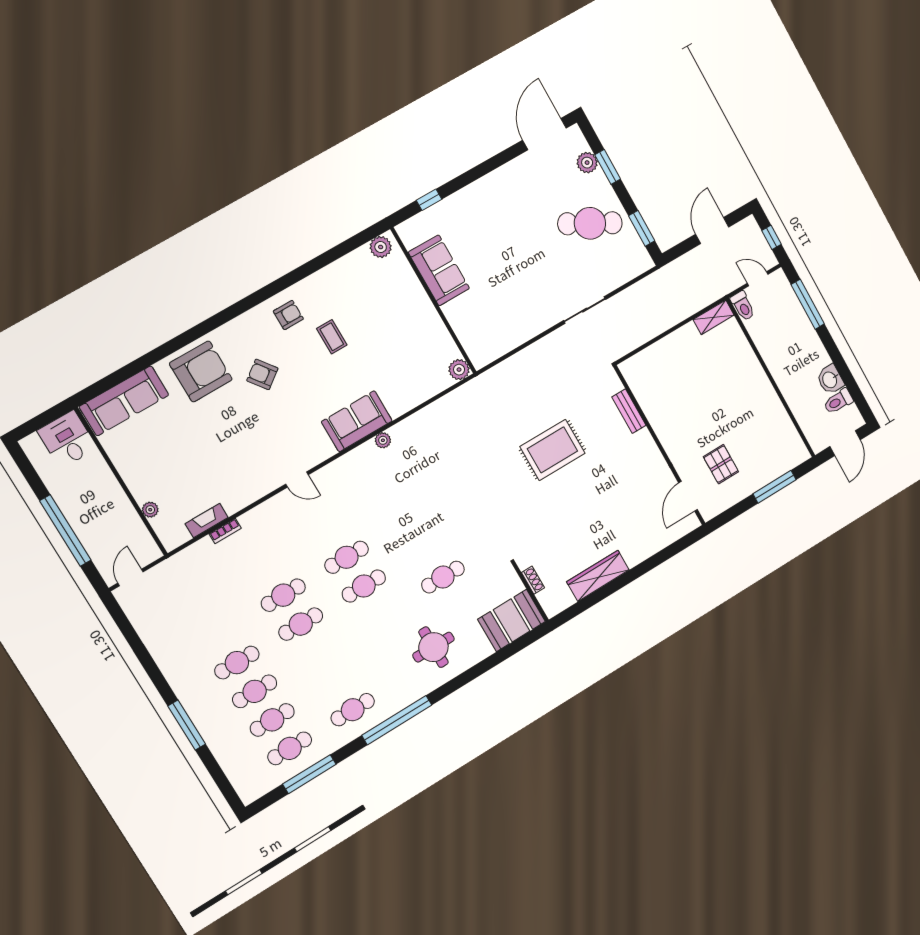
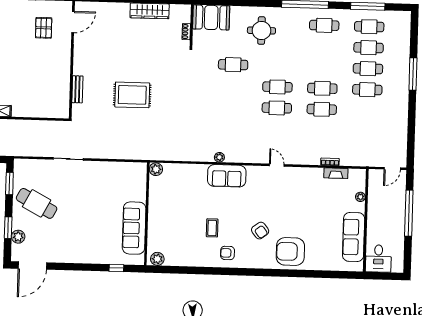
sofa: (439, 270) -> (134, 228), width x1.36
sofa: (124, 401) -> (354, 237), moved, turned -90

